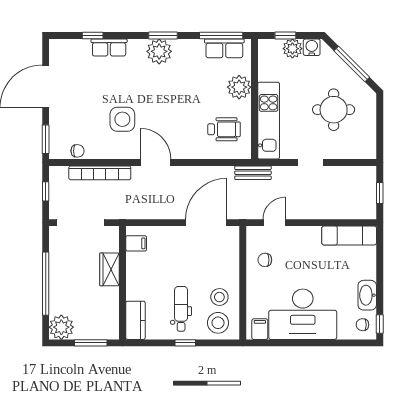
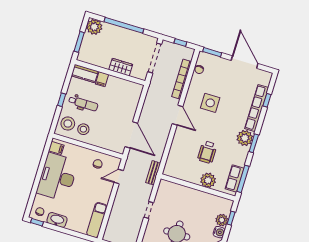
row of seats: (109, 48) -> (257, 108), width x2.02
kitchen unit: (269, 121) -> (182, 192), removed
wheelchair: (224, 129) -> (207, 152), moved
door: (156, 163) -> (178, 115), hinge flipped
door: (274, 223) -> (119, 177), swing flipped
filing cabinet: (136, 243) -> (102, 79), moved

